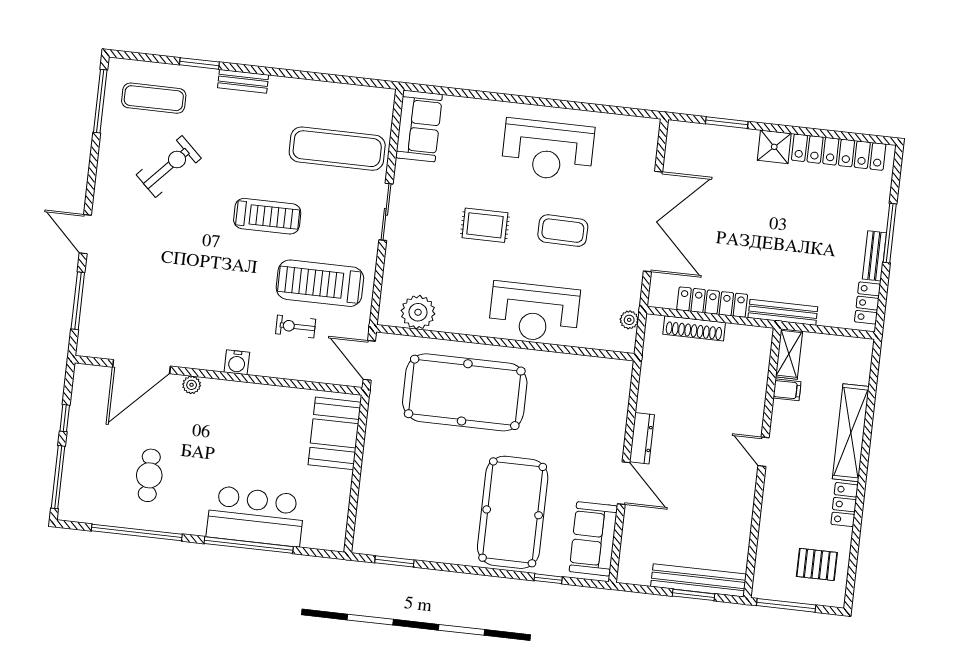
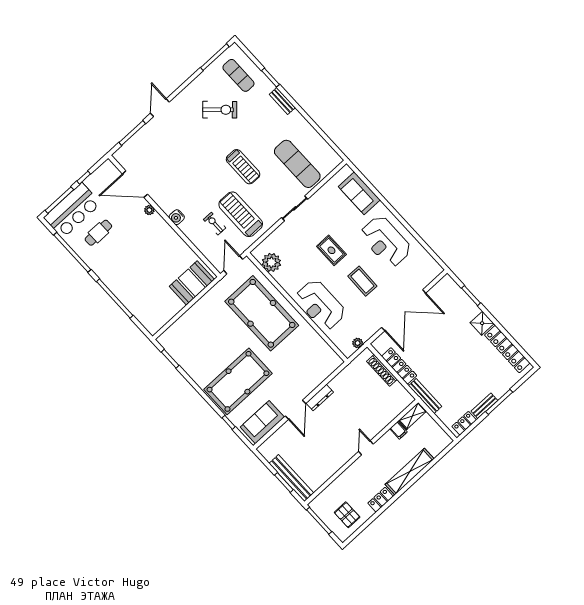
sofa: (419, 126) -> (359, 193), moved, turned 90
bar counter: (256, 516) -> (72, 210), moved, turned 90

